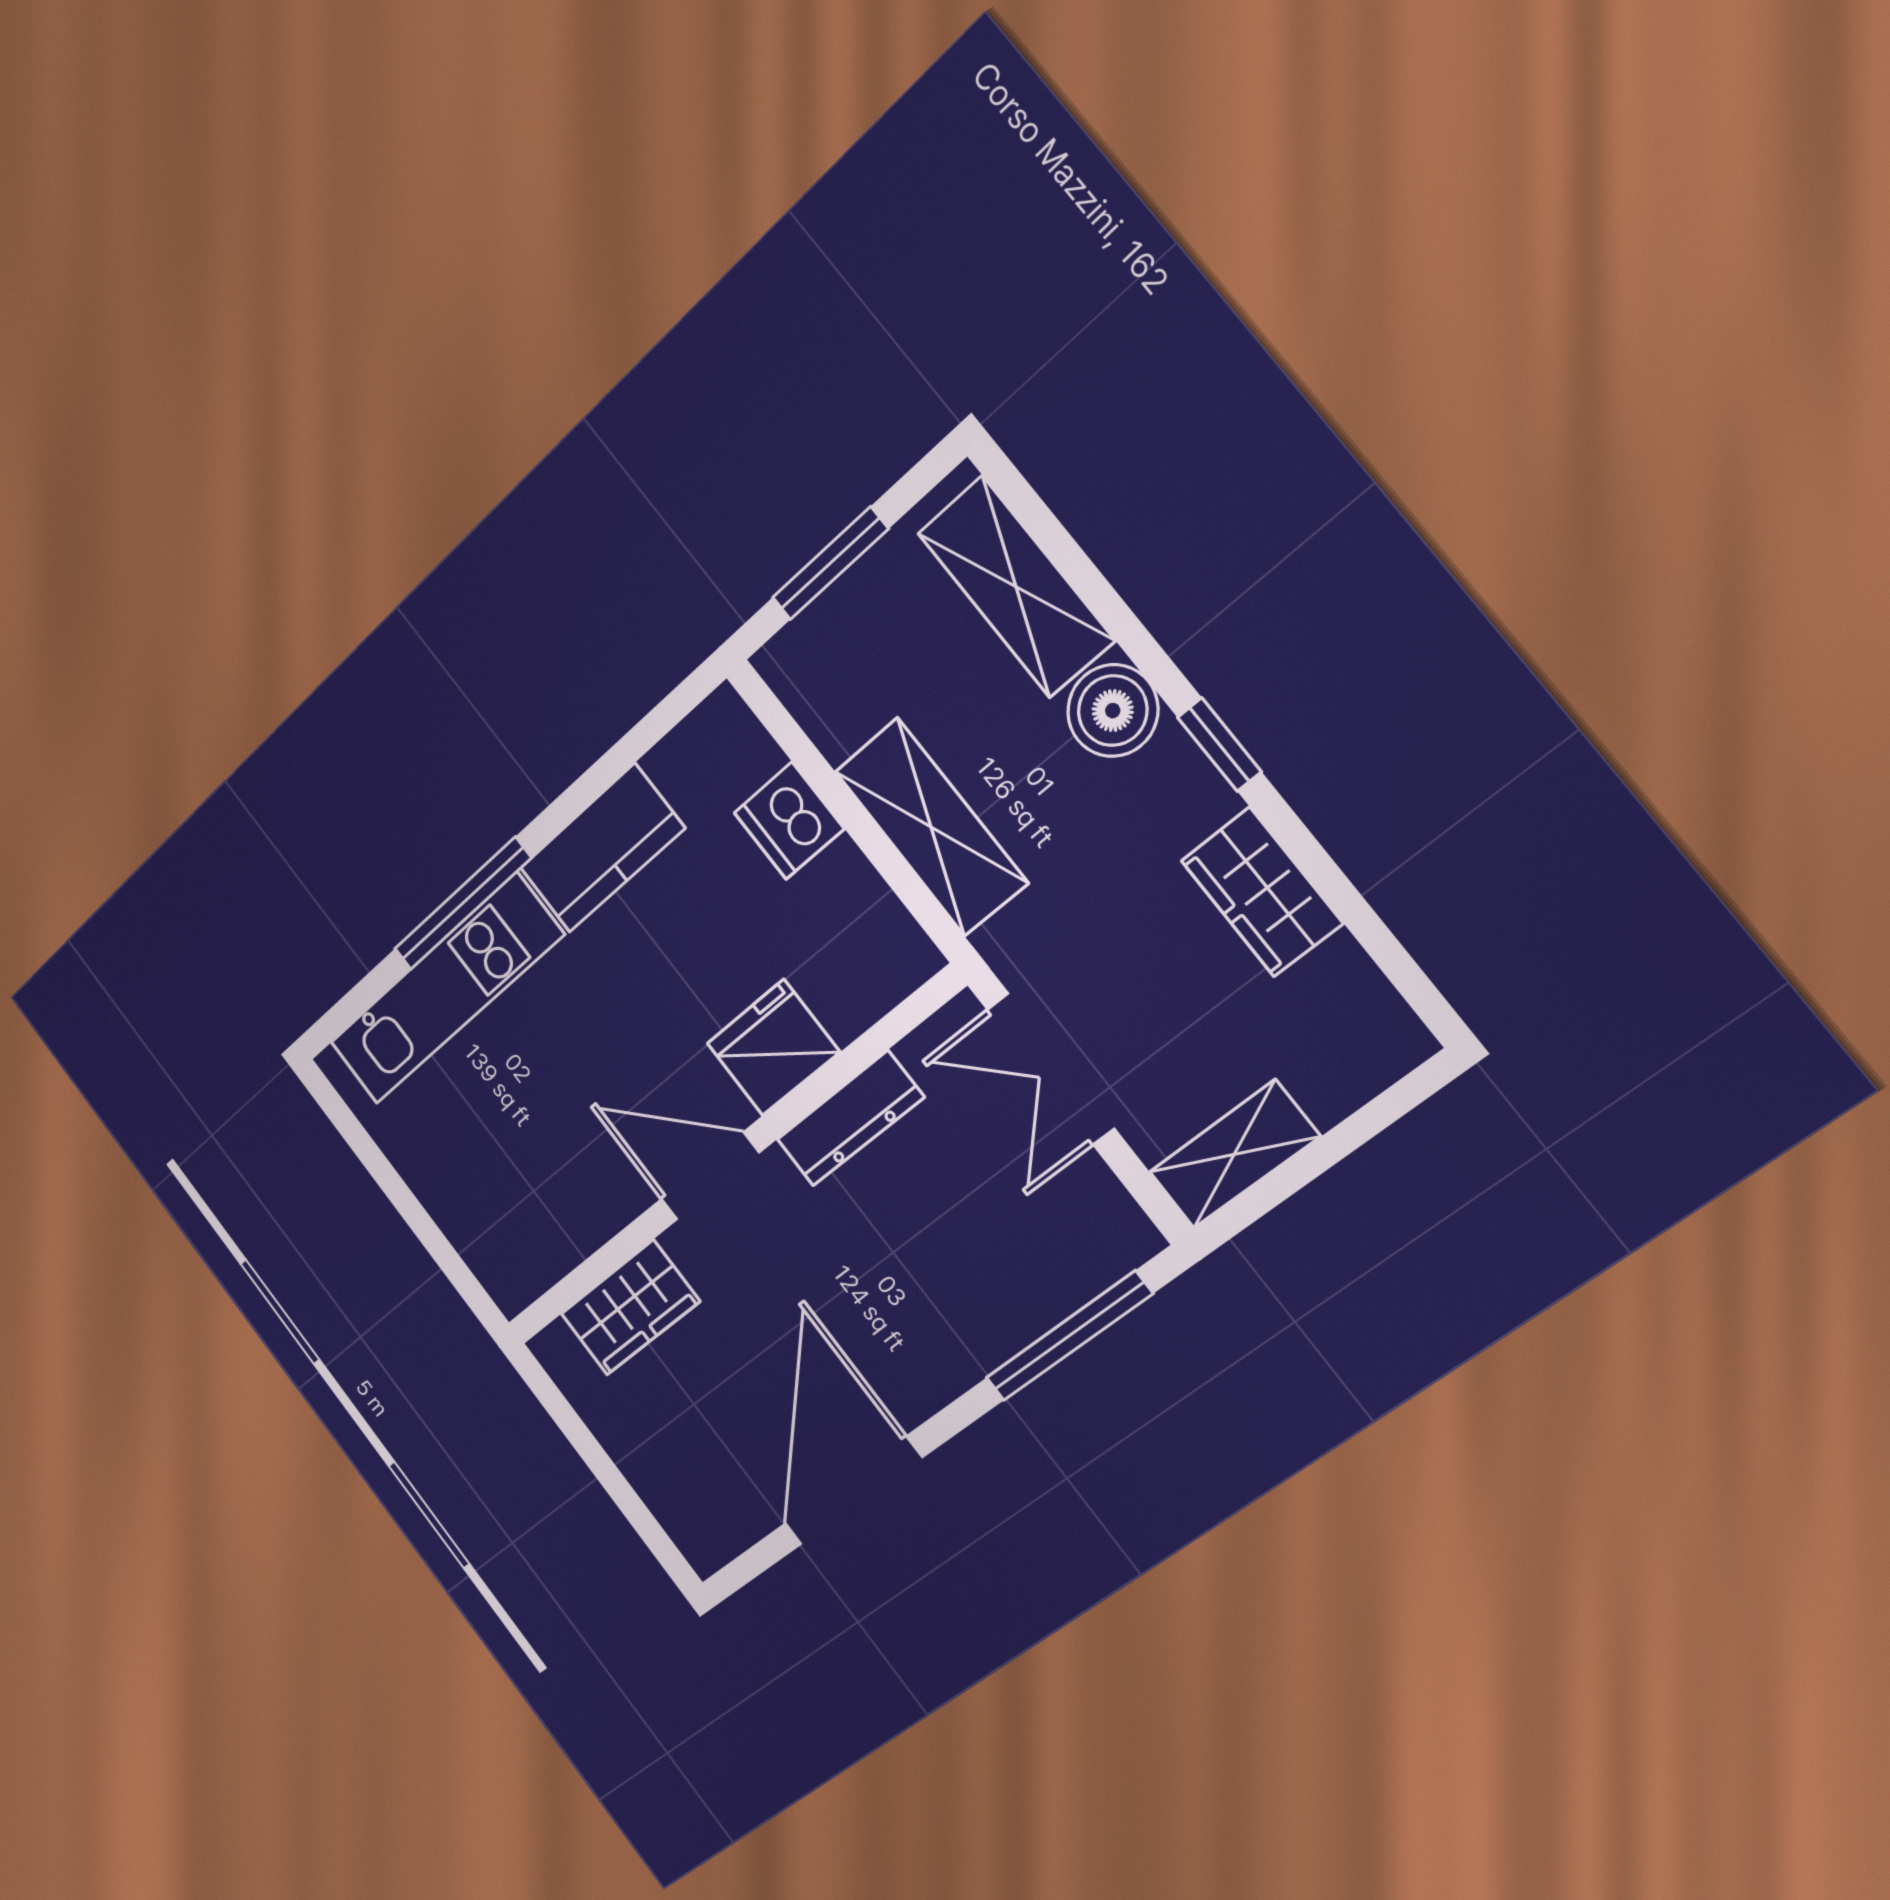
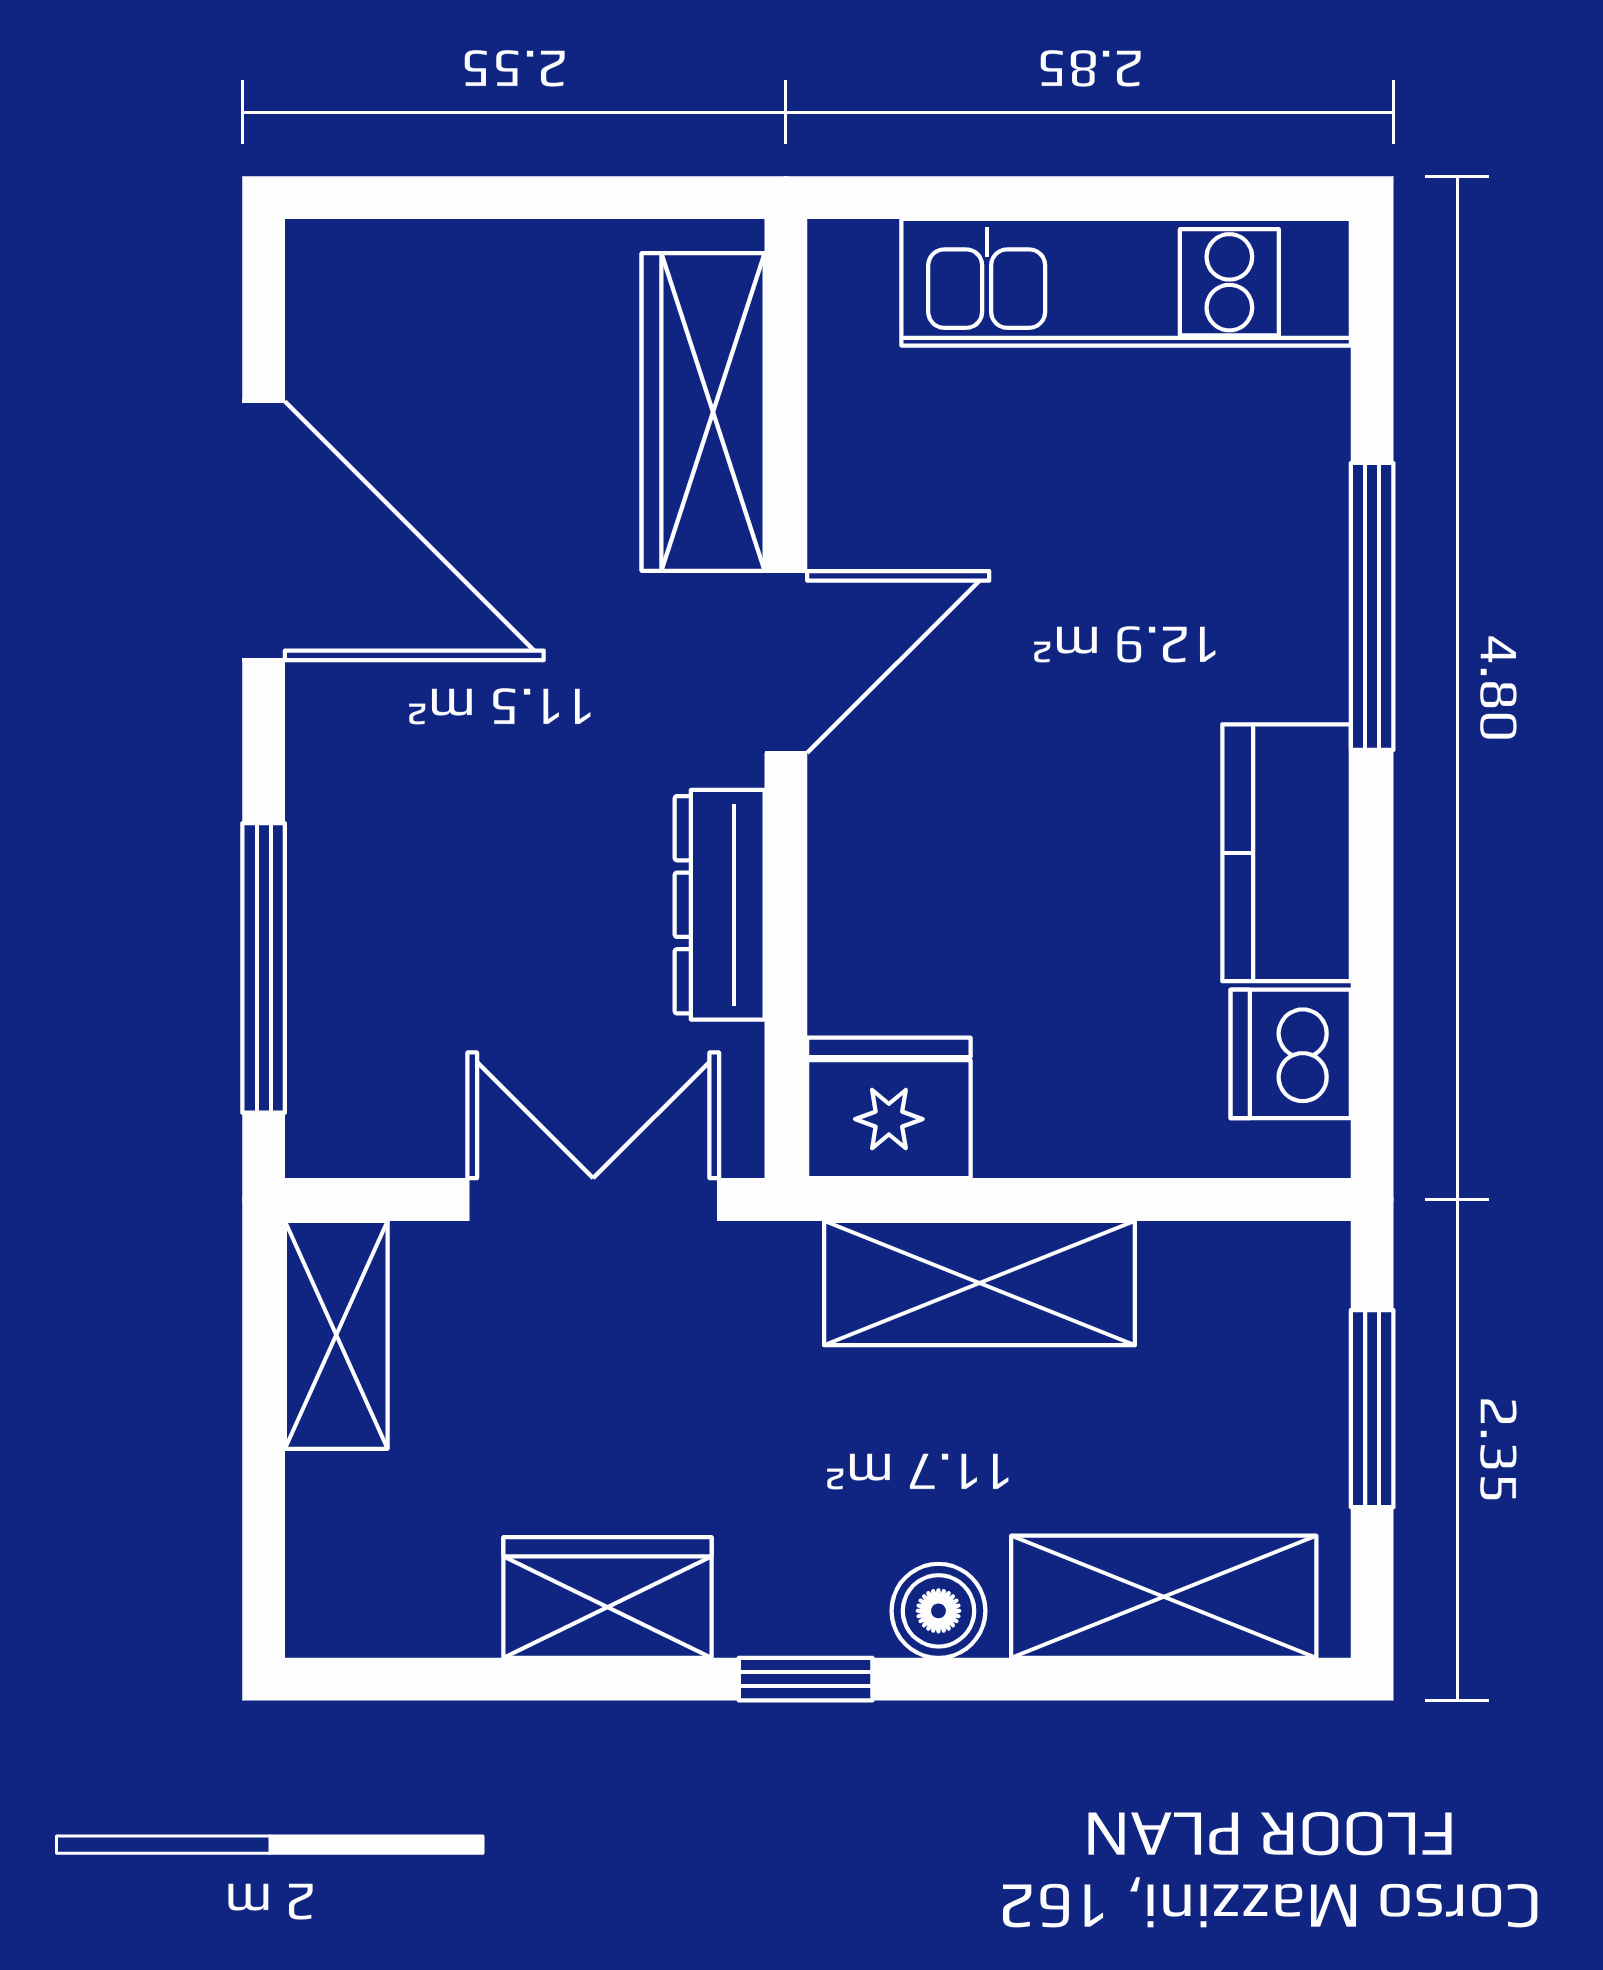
boiler: (1113, 711) -> (938, 1611), width x0.73, depth x0.73
dishwasher: (789, 821) -> (1291, 1054), moved, turned -90
kitchen unit: (445, 990) -> (1126, 282), moved, turned -90
fridge: (773, 1048) -> (889, 1108), moved, turned -90
wardrobe: (630, 1308) -> (703, 412), width x1.50

